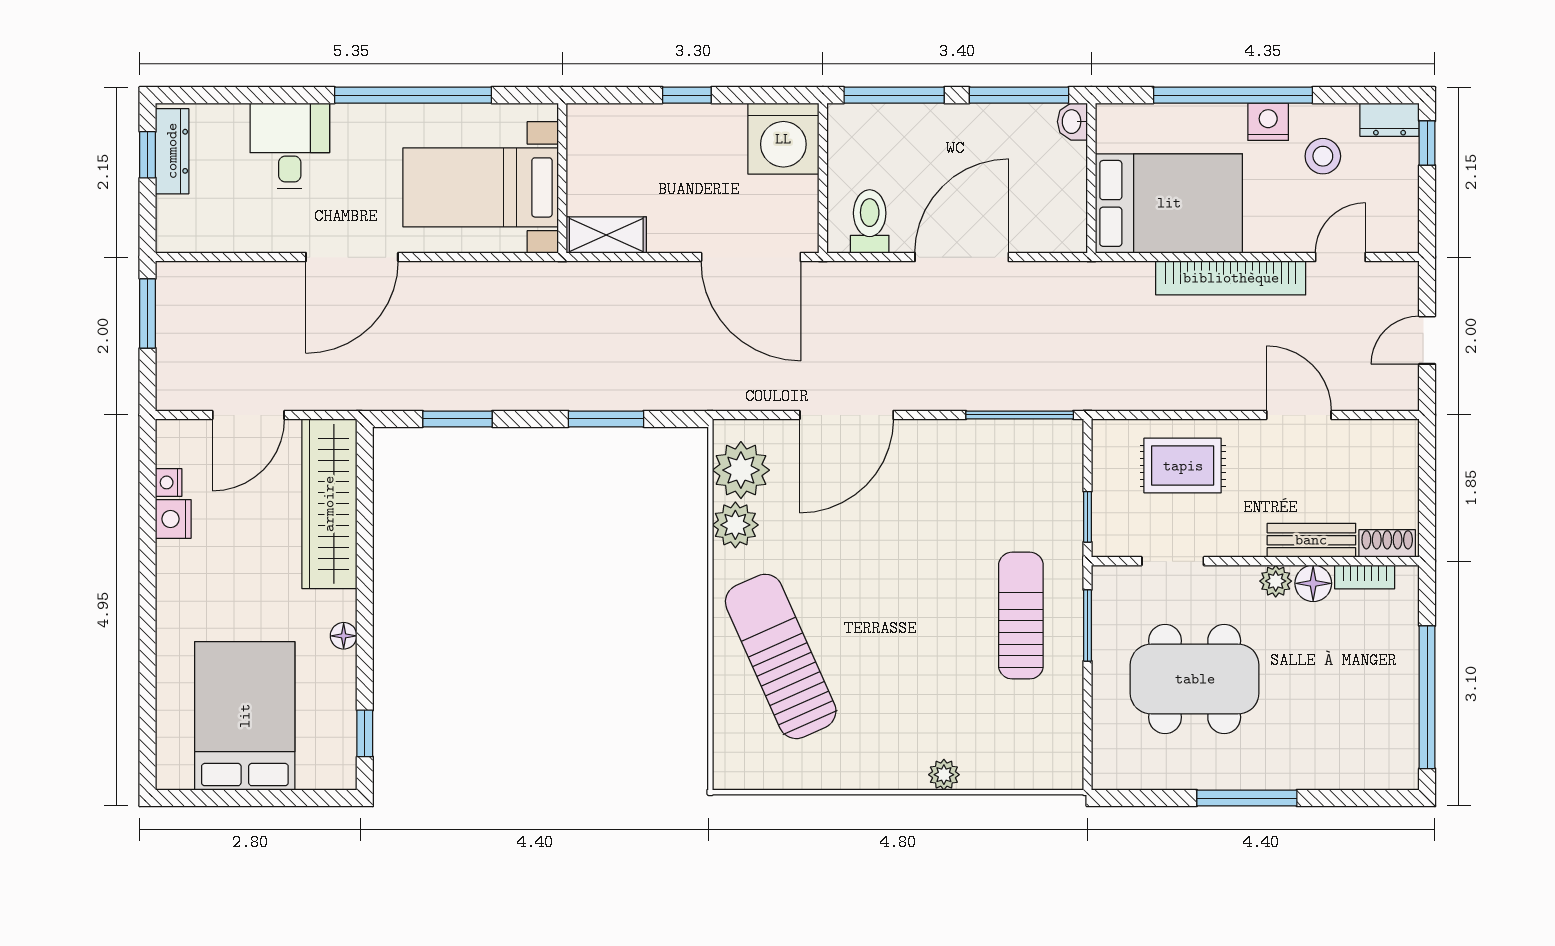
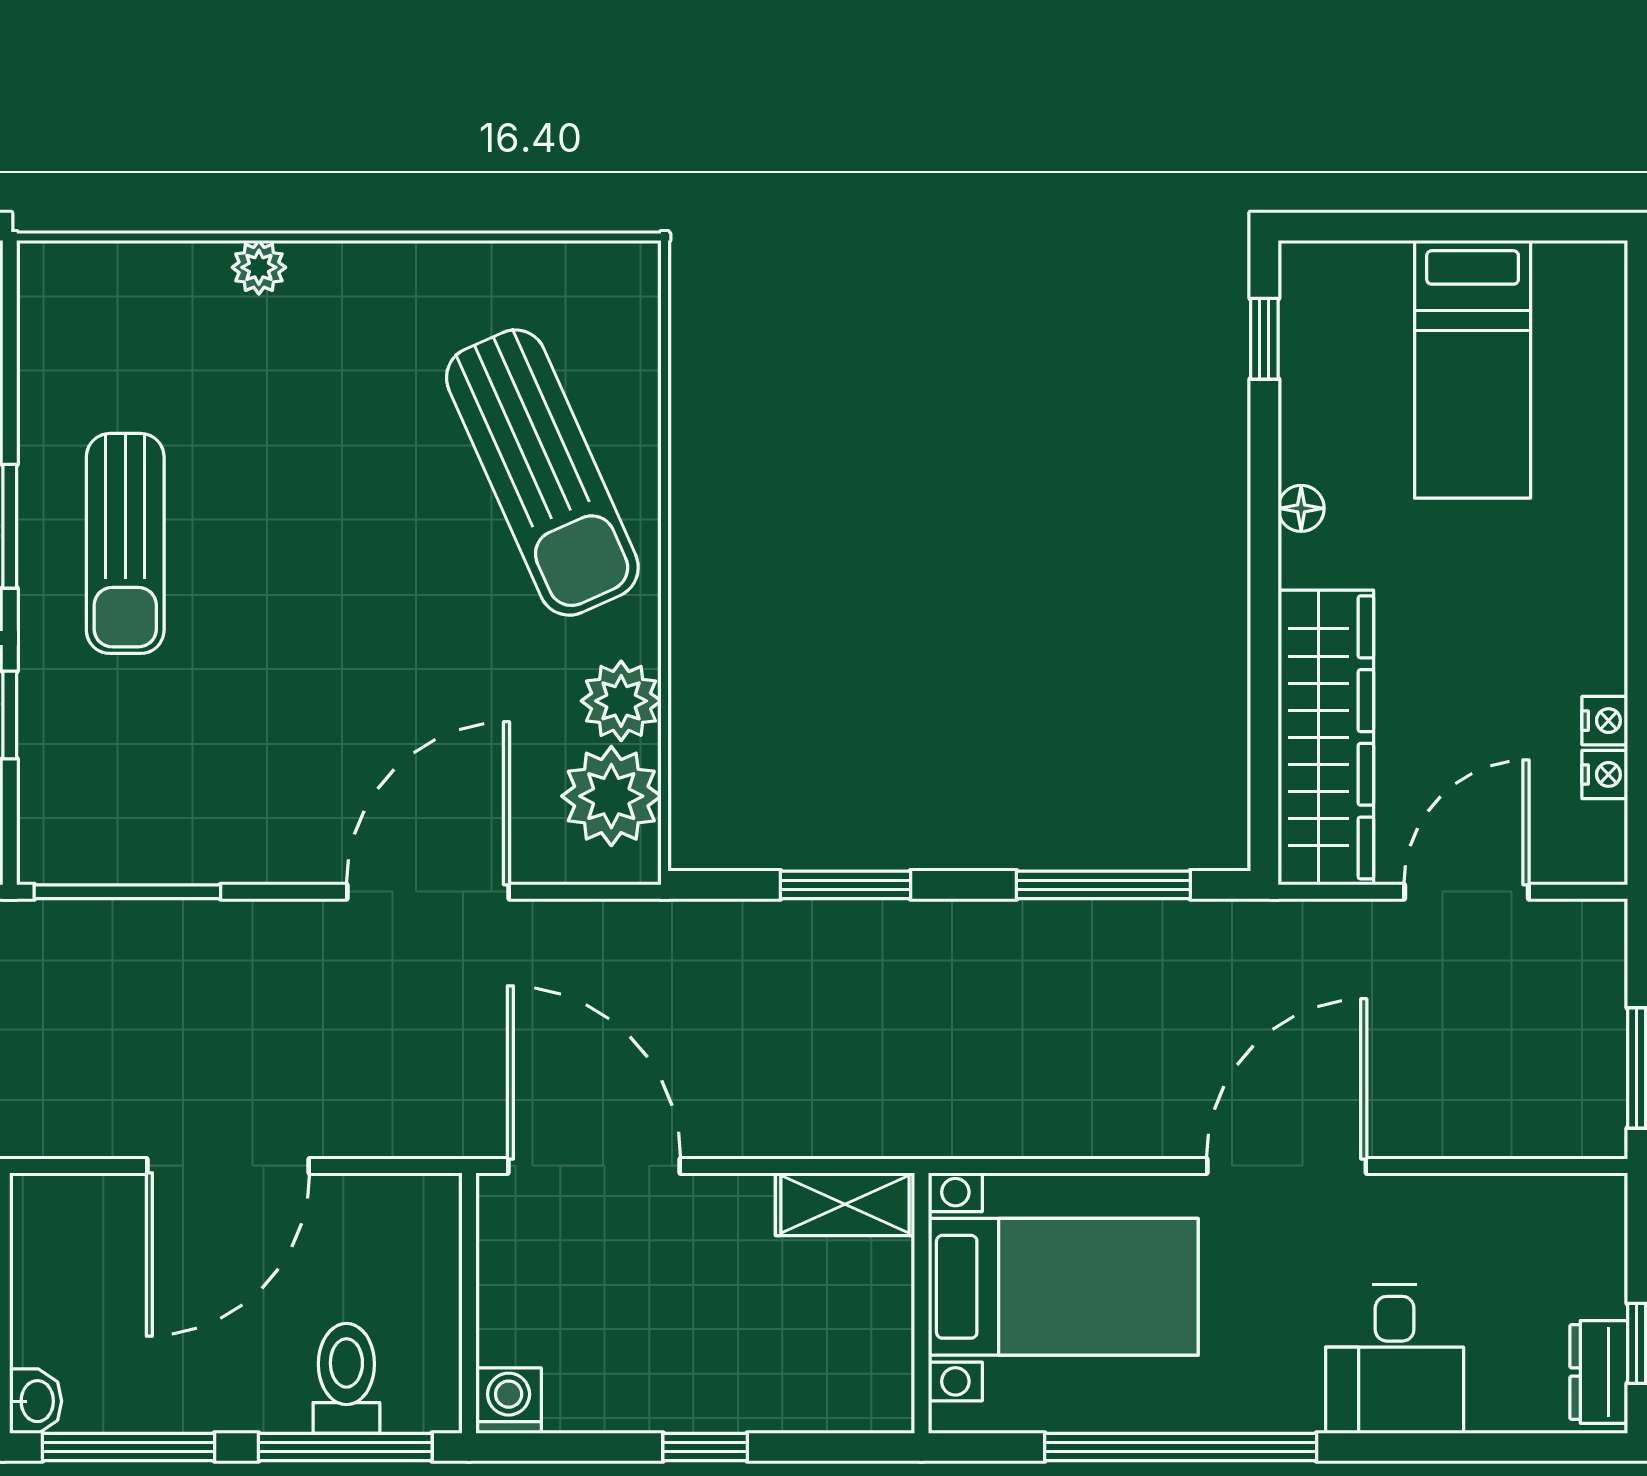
washing machine: (783, 139) -> (509, 1401), width x0.53, depth x0.53
dresser: (172, 151) -> (1599, 1372), width x0.70
toilet: (870, 221) -> (346, 1378), moved, turned 180
window: (457, 419) -> (1103, 885), width x1.44
nightstand: (173, 519) -> (1605, 721), width x0.72, depth x0.74
bed: (245, 716) -> (1473, 369), width x0.67

